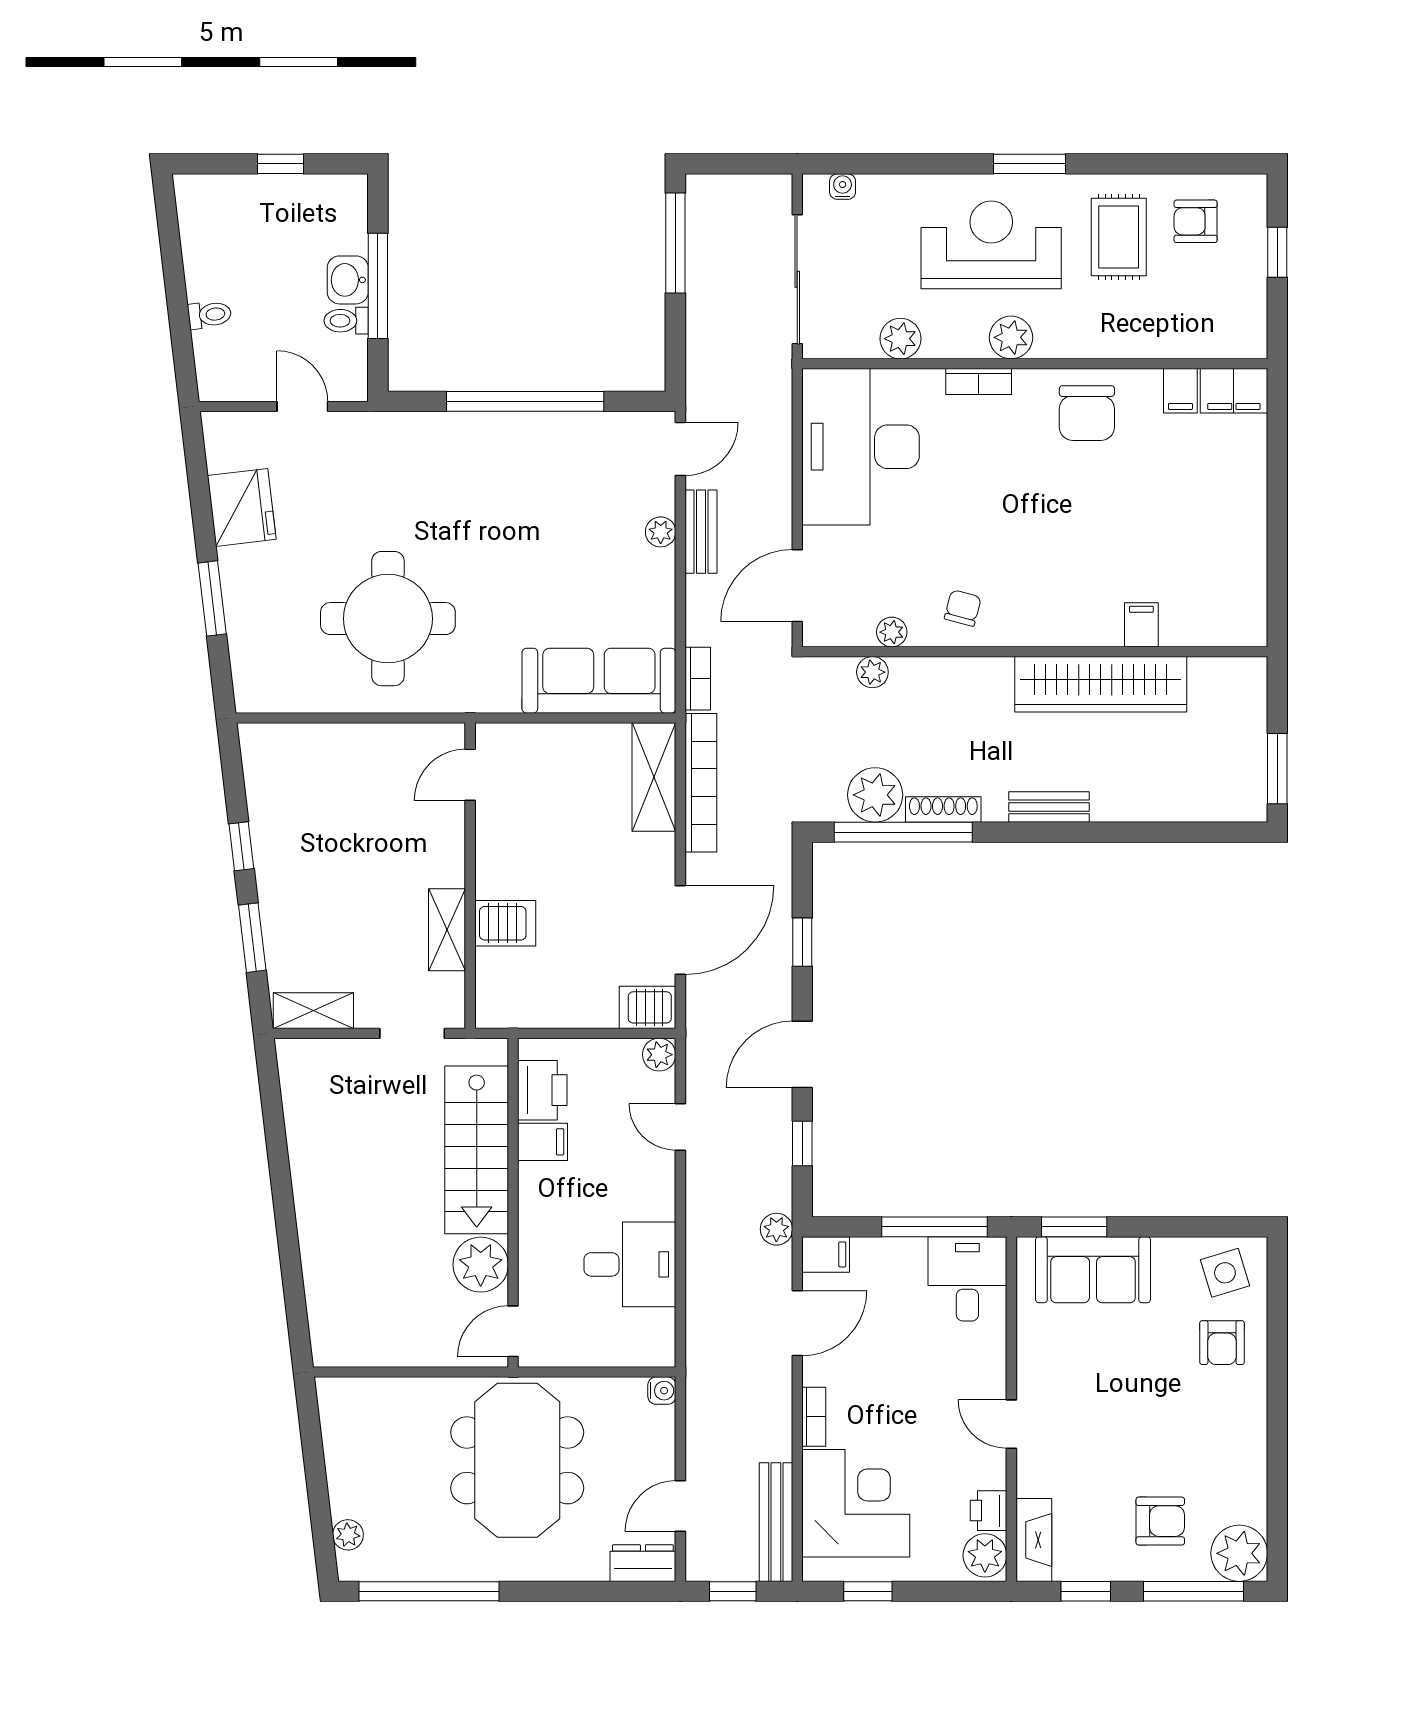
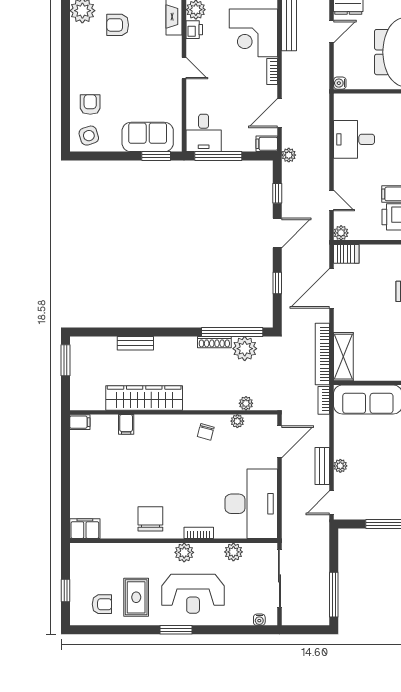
filing cabinet: (1180, 391) -> (80, 422), moved, turned 90
bench: (1049, 807) -> (135, 343), moved

